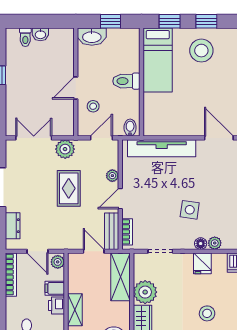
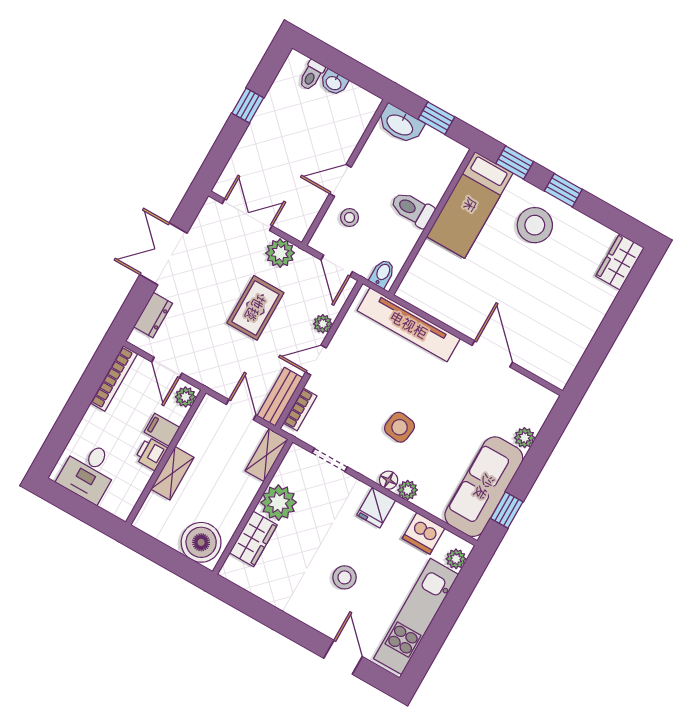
door: (101, 138) -> (337, 266), swing flipped
shelving: (120, 277) -> (267, 455), width x0.67, depth x0.75

